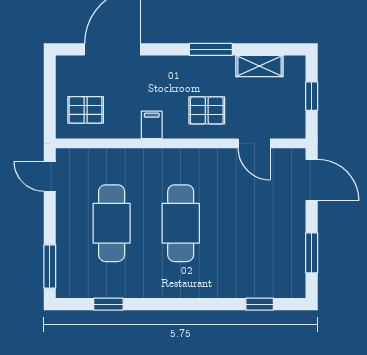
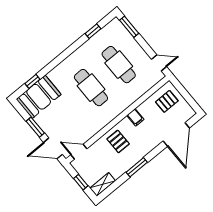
shelving: (259, 66) -> (103, 184), moved
pallet: (207, 110) -> (118, 141), turned 90
door: (254, 143) -> (79, 152), moved
window: (312, 253) -> (35, 127), moved
booth: (269, 274) -> (39, 97), added

